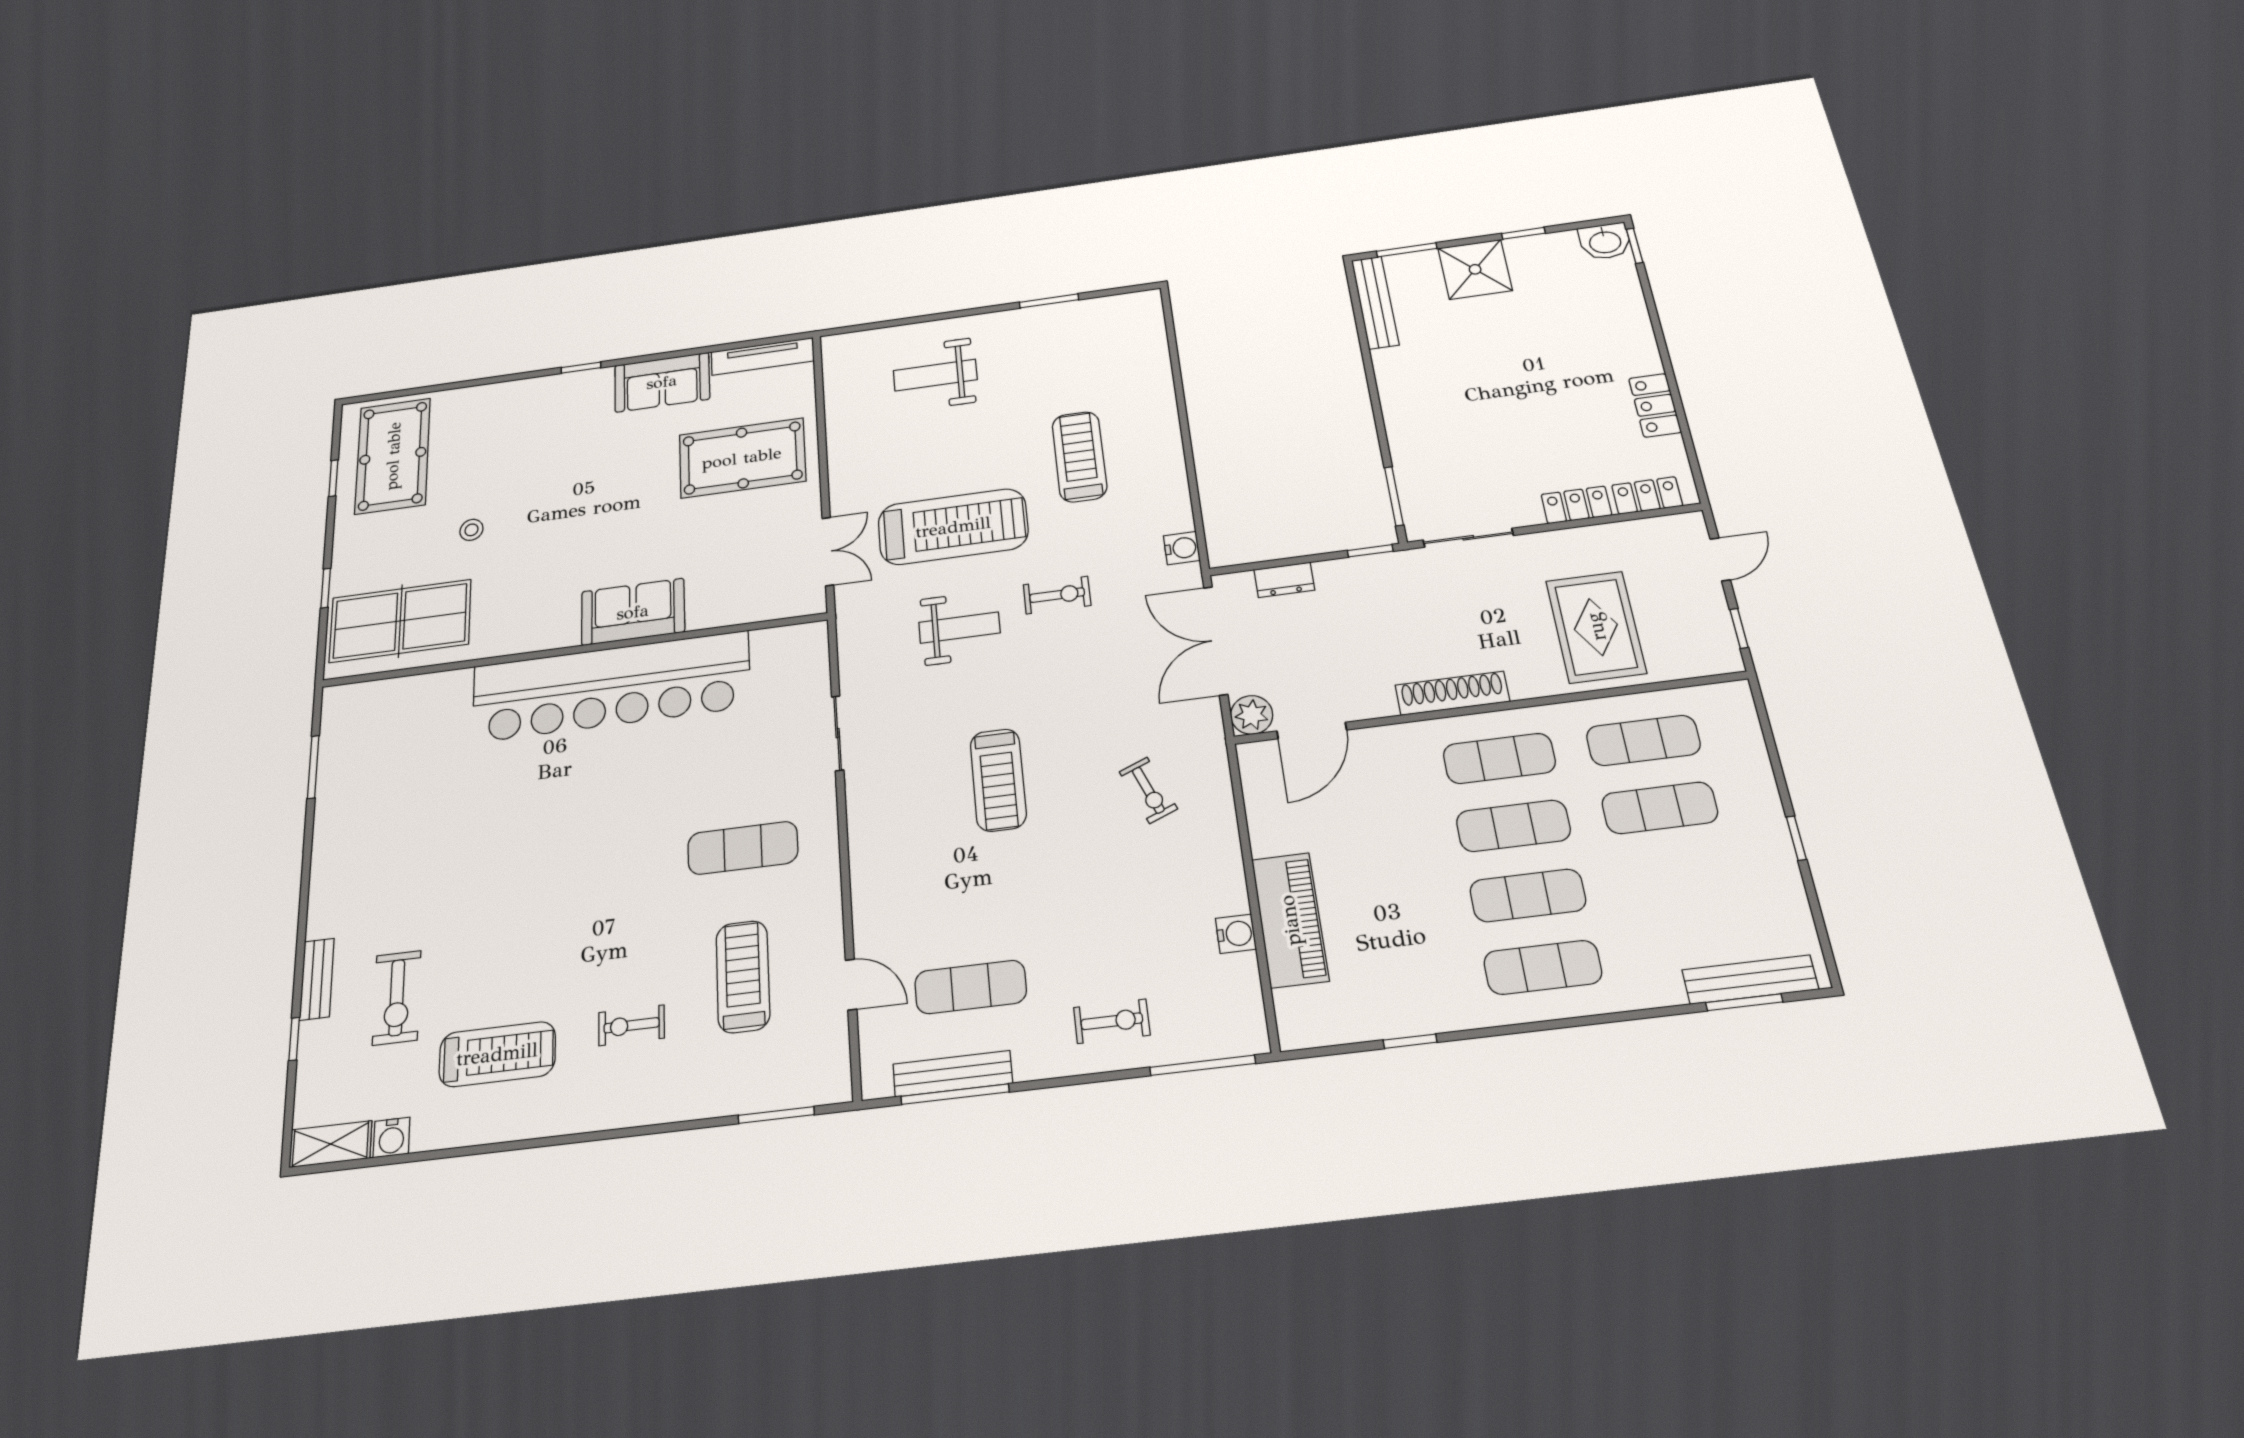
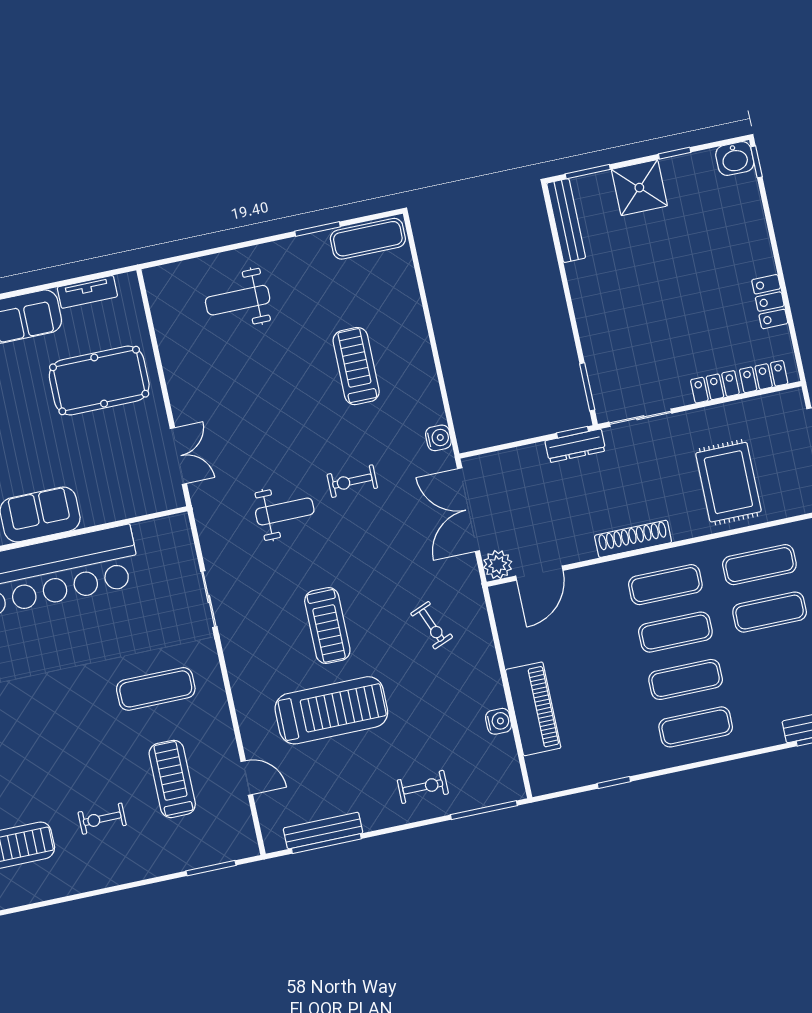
tv unit: (763, 356) -> (87, 292), width x0.71
treadmill: (953, 527) -> (331, 710), moved
dresser: (1284, 580) -> (575, 446), moved, width x1.44
exercise bike: (1057, 595) -> (352, 481), turned 180
exercise mat: (971, 987) -> (368, 239), moved

